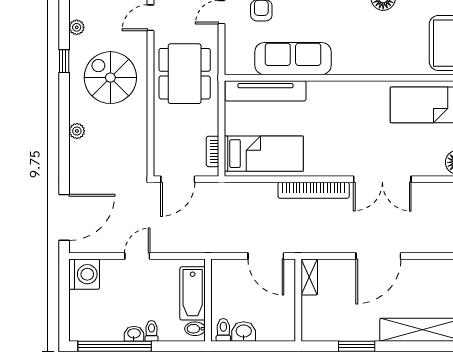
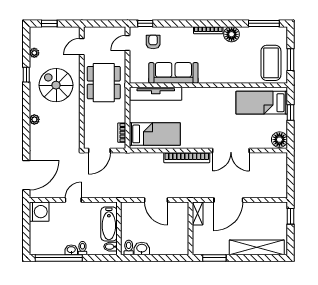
shelving: (309, 277) -> (198, 213), moved
wall: (298, 300) -> (190, 228), moved

